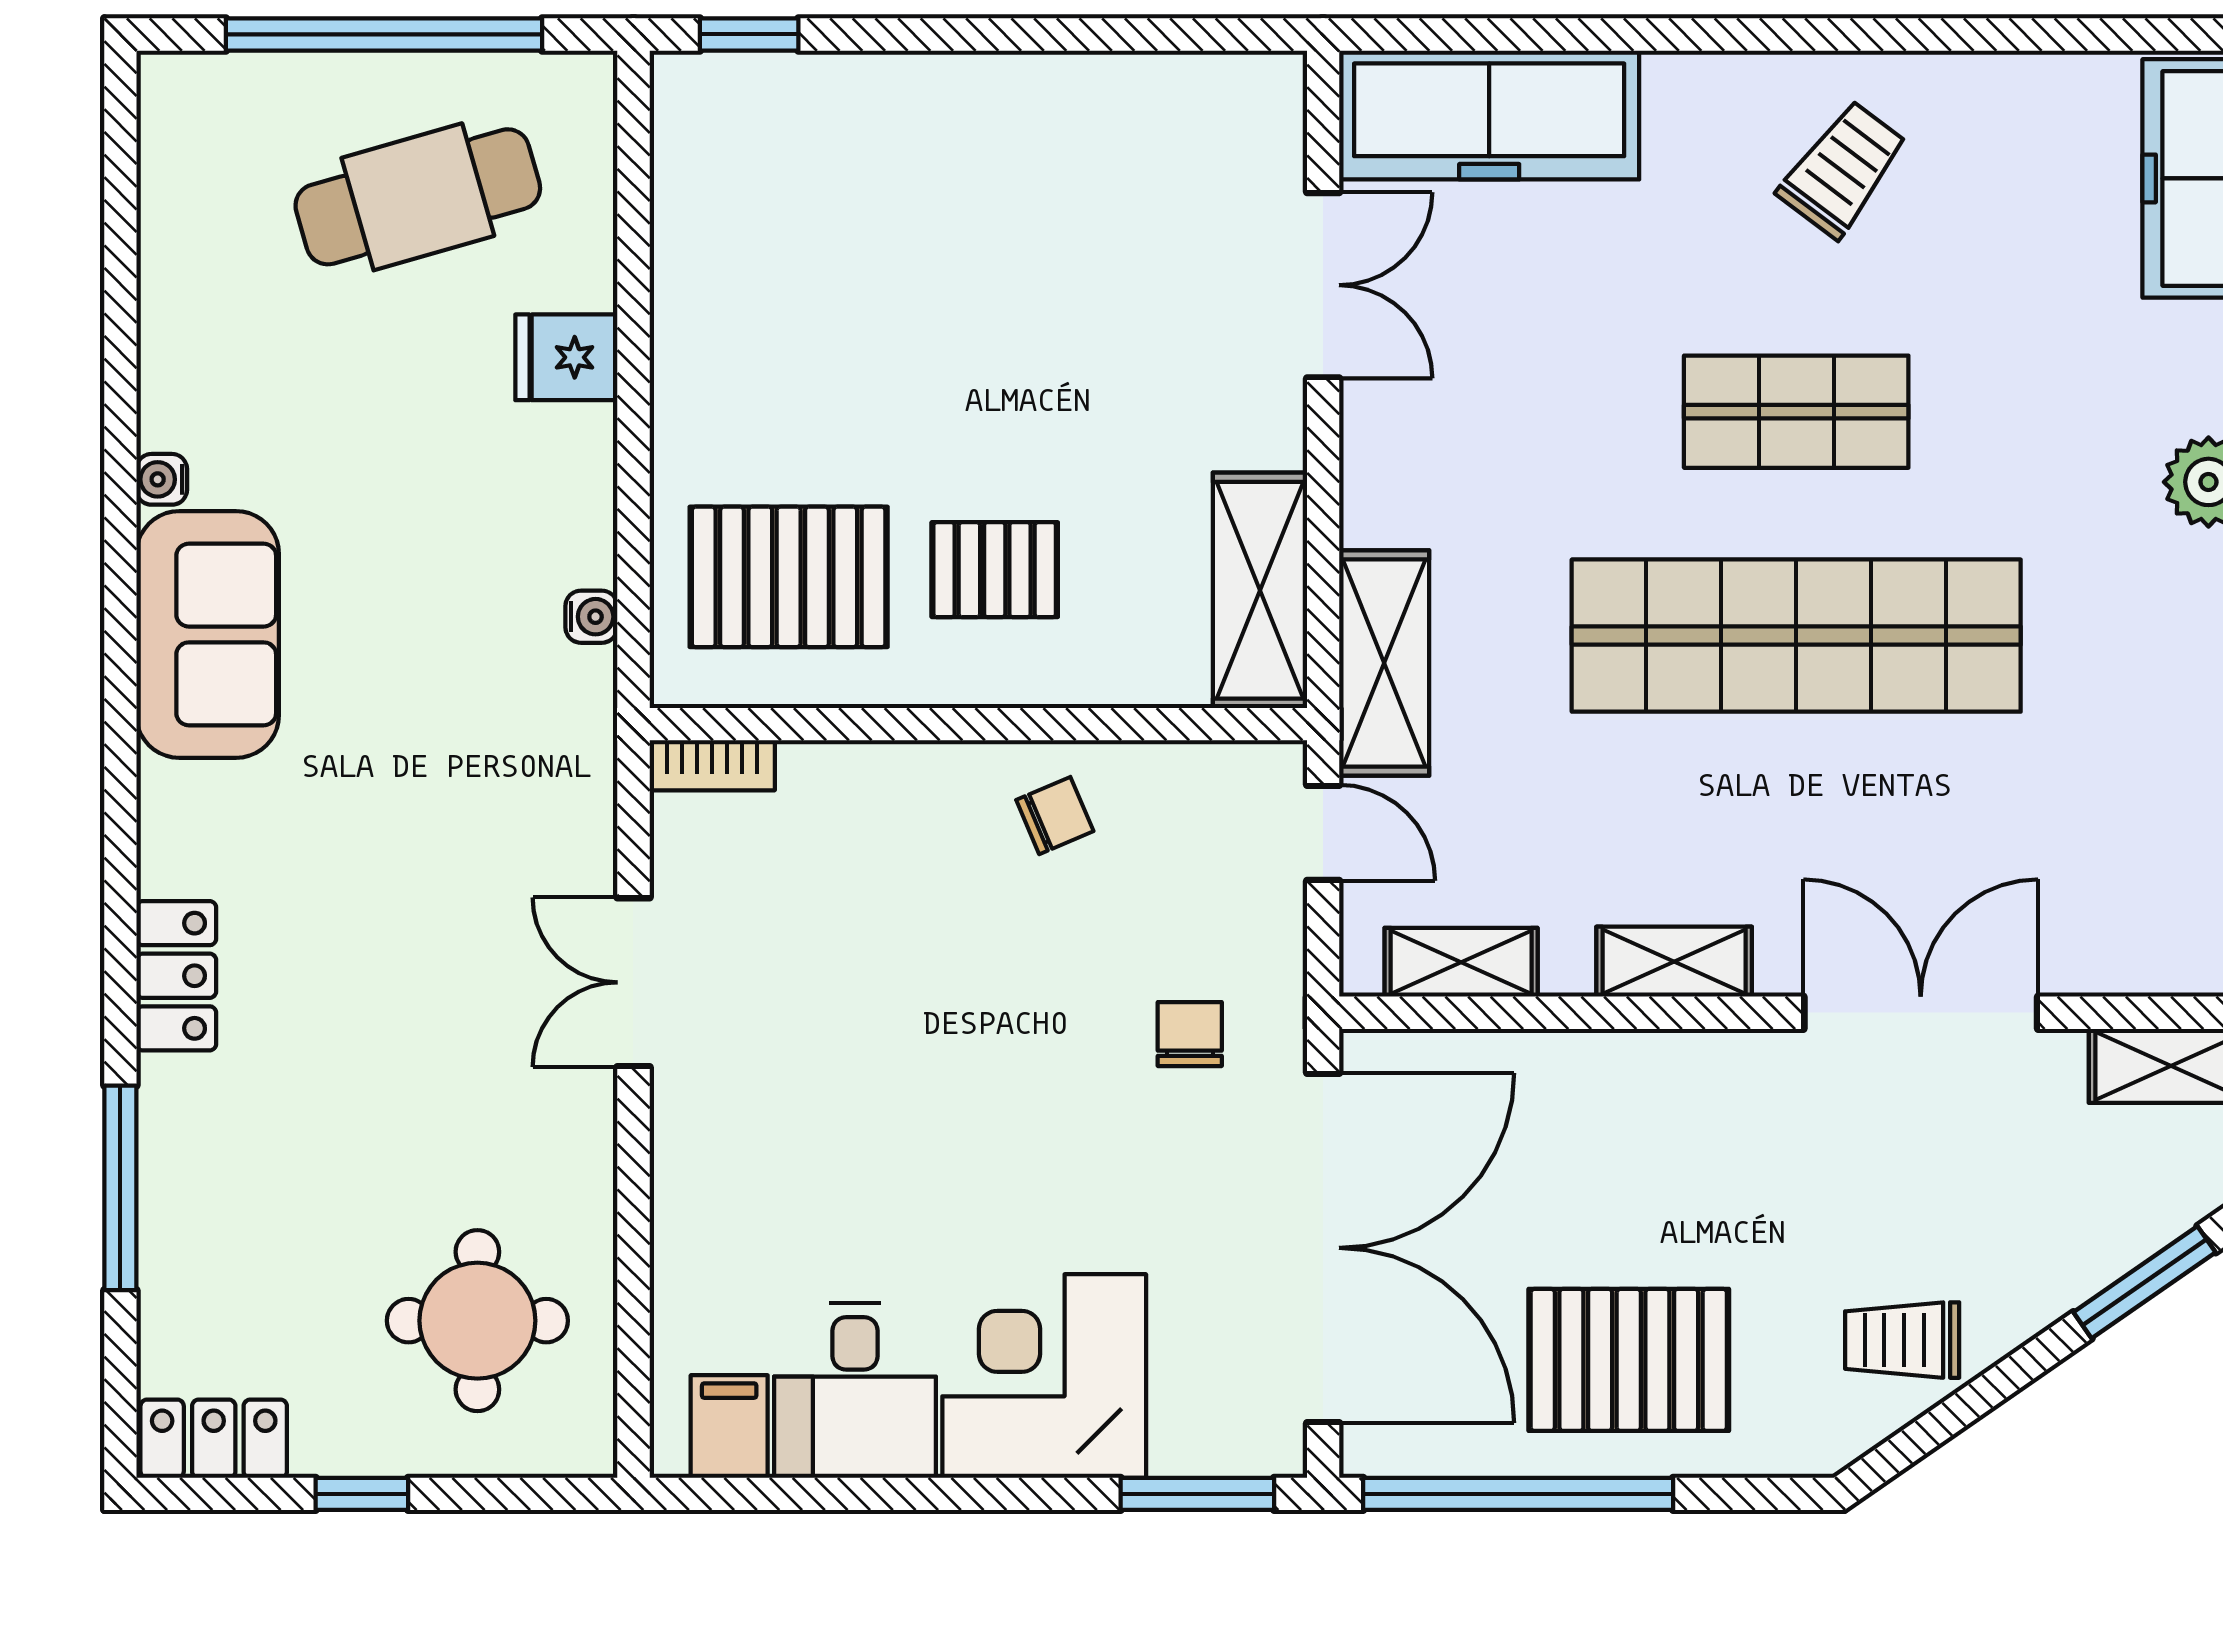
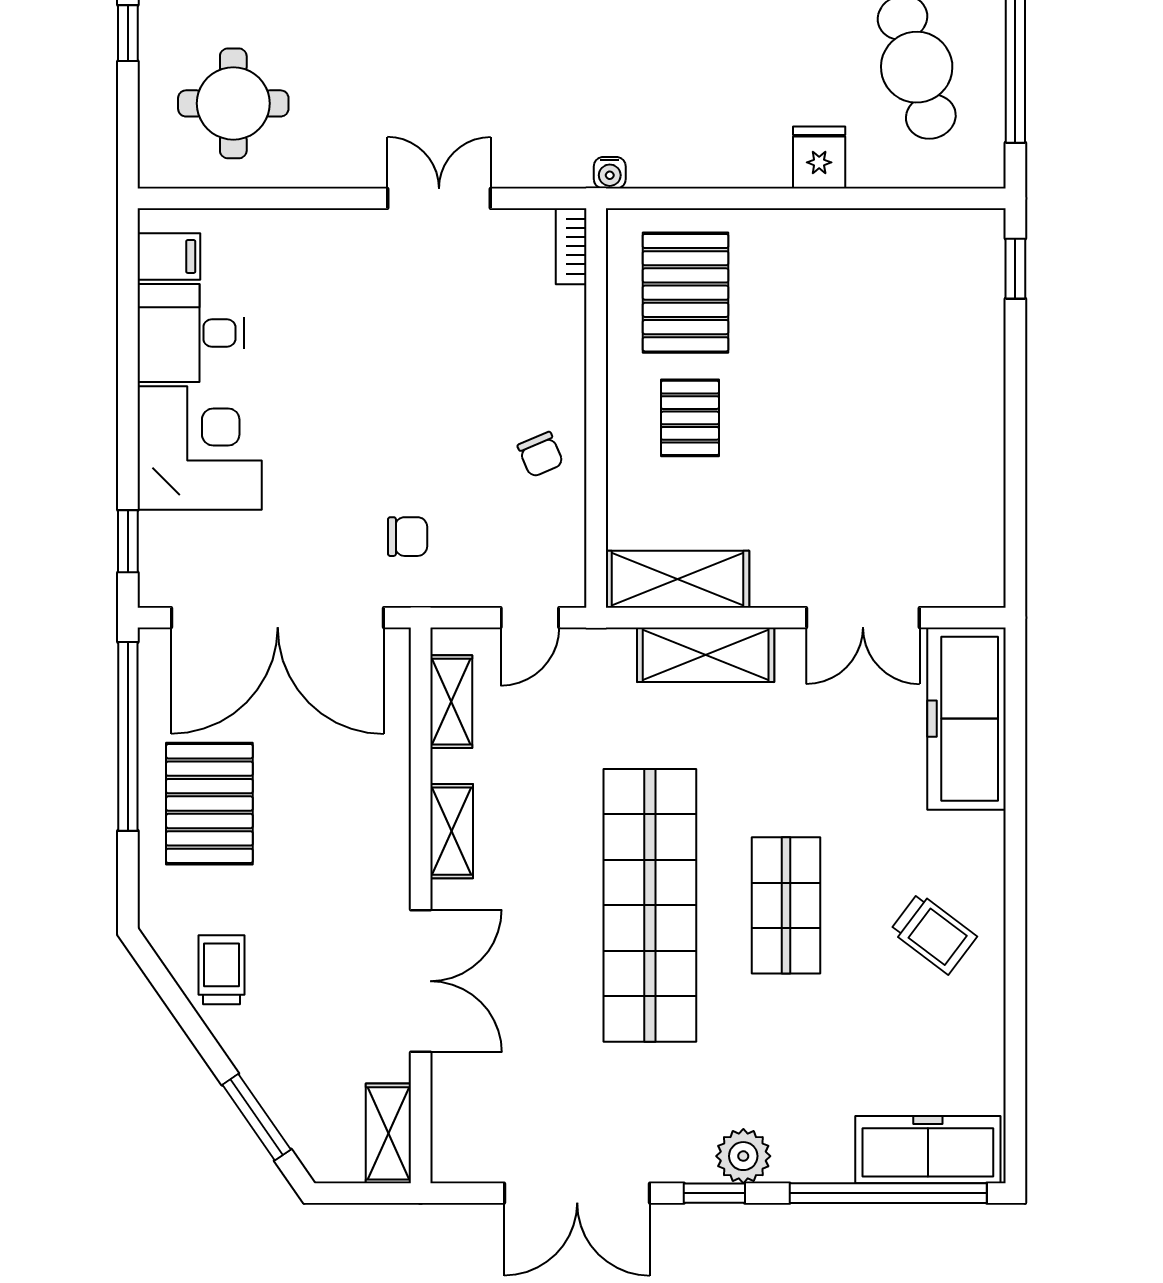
water cooler: (591, 617) -> (610, 173), moved
shelving: (1384, 663) -> (706, 655), moved
window: (1197, 1494) -> (128, 541), width x0.67

